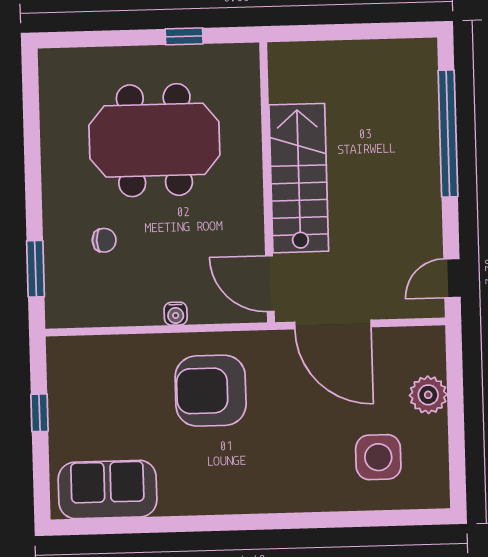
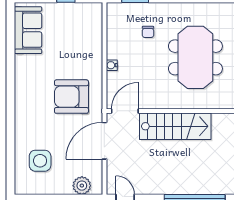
armchair: (211, 391) -> (71, 97), moved, turned -90
plant: (428, 395) -> (82, 186), moved

